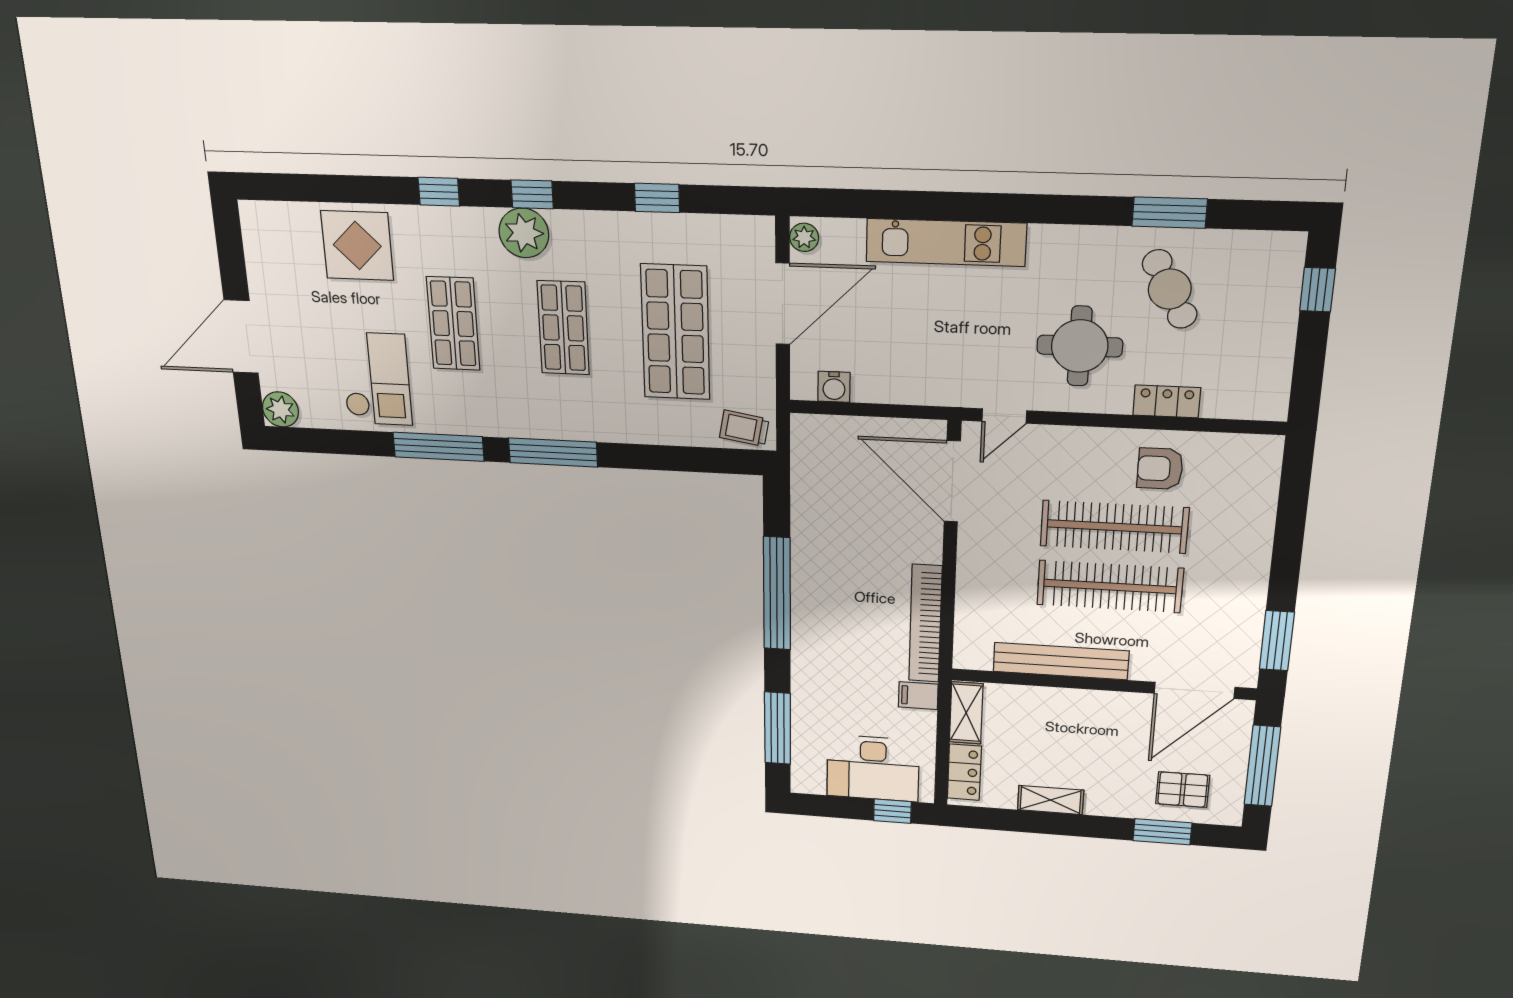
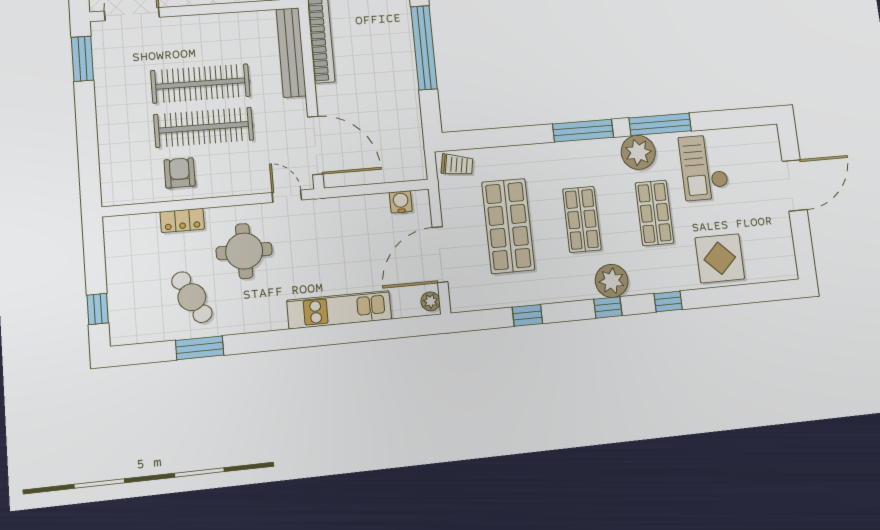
plant: (280, 409) -> (638, 152), moved, width x1.36, depth x1.36
door: (1004, 416) -> (287, 196), hinge flipped
armchair: (1160, 469) -> (180, 173), turned -90
bench: (1061, 661) -> (291, 52), moved, turned 90

